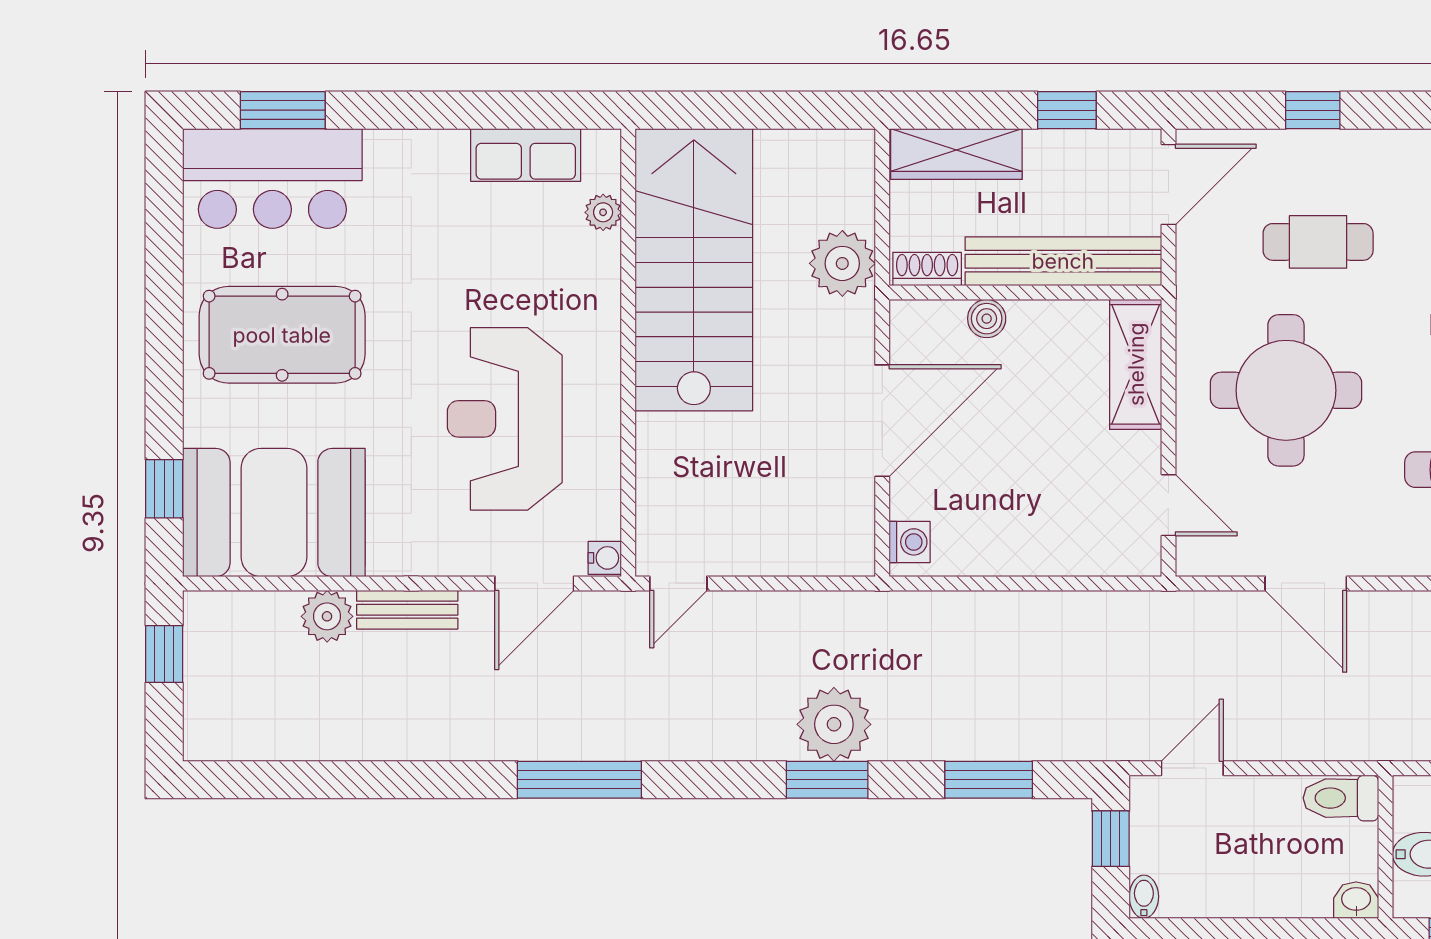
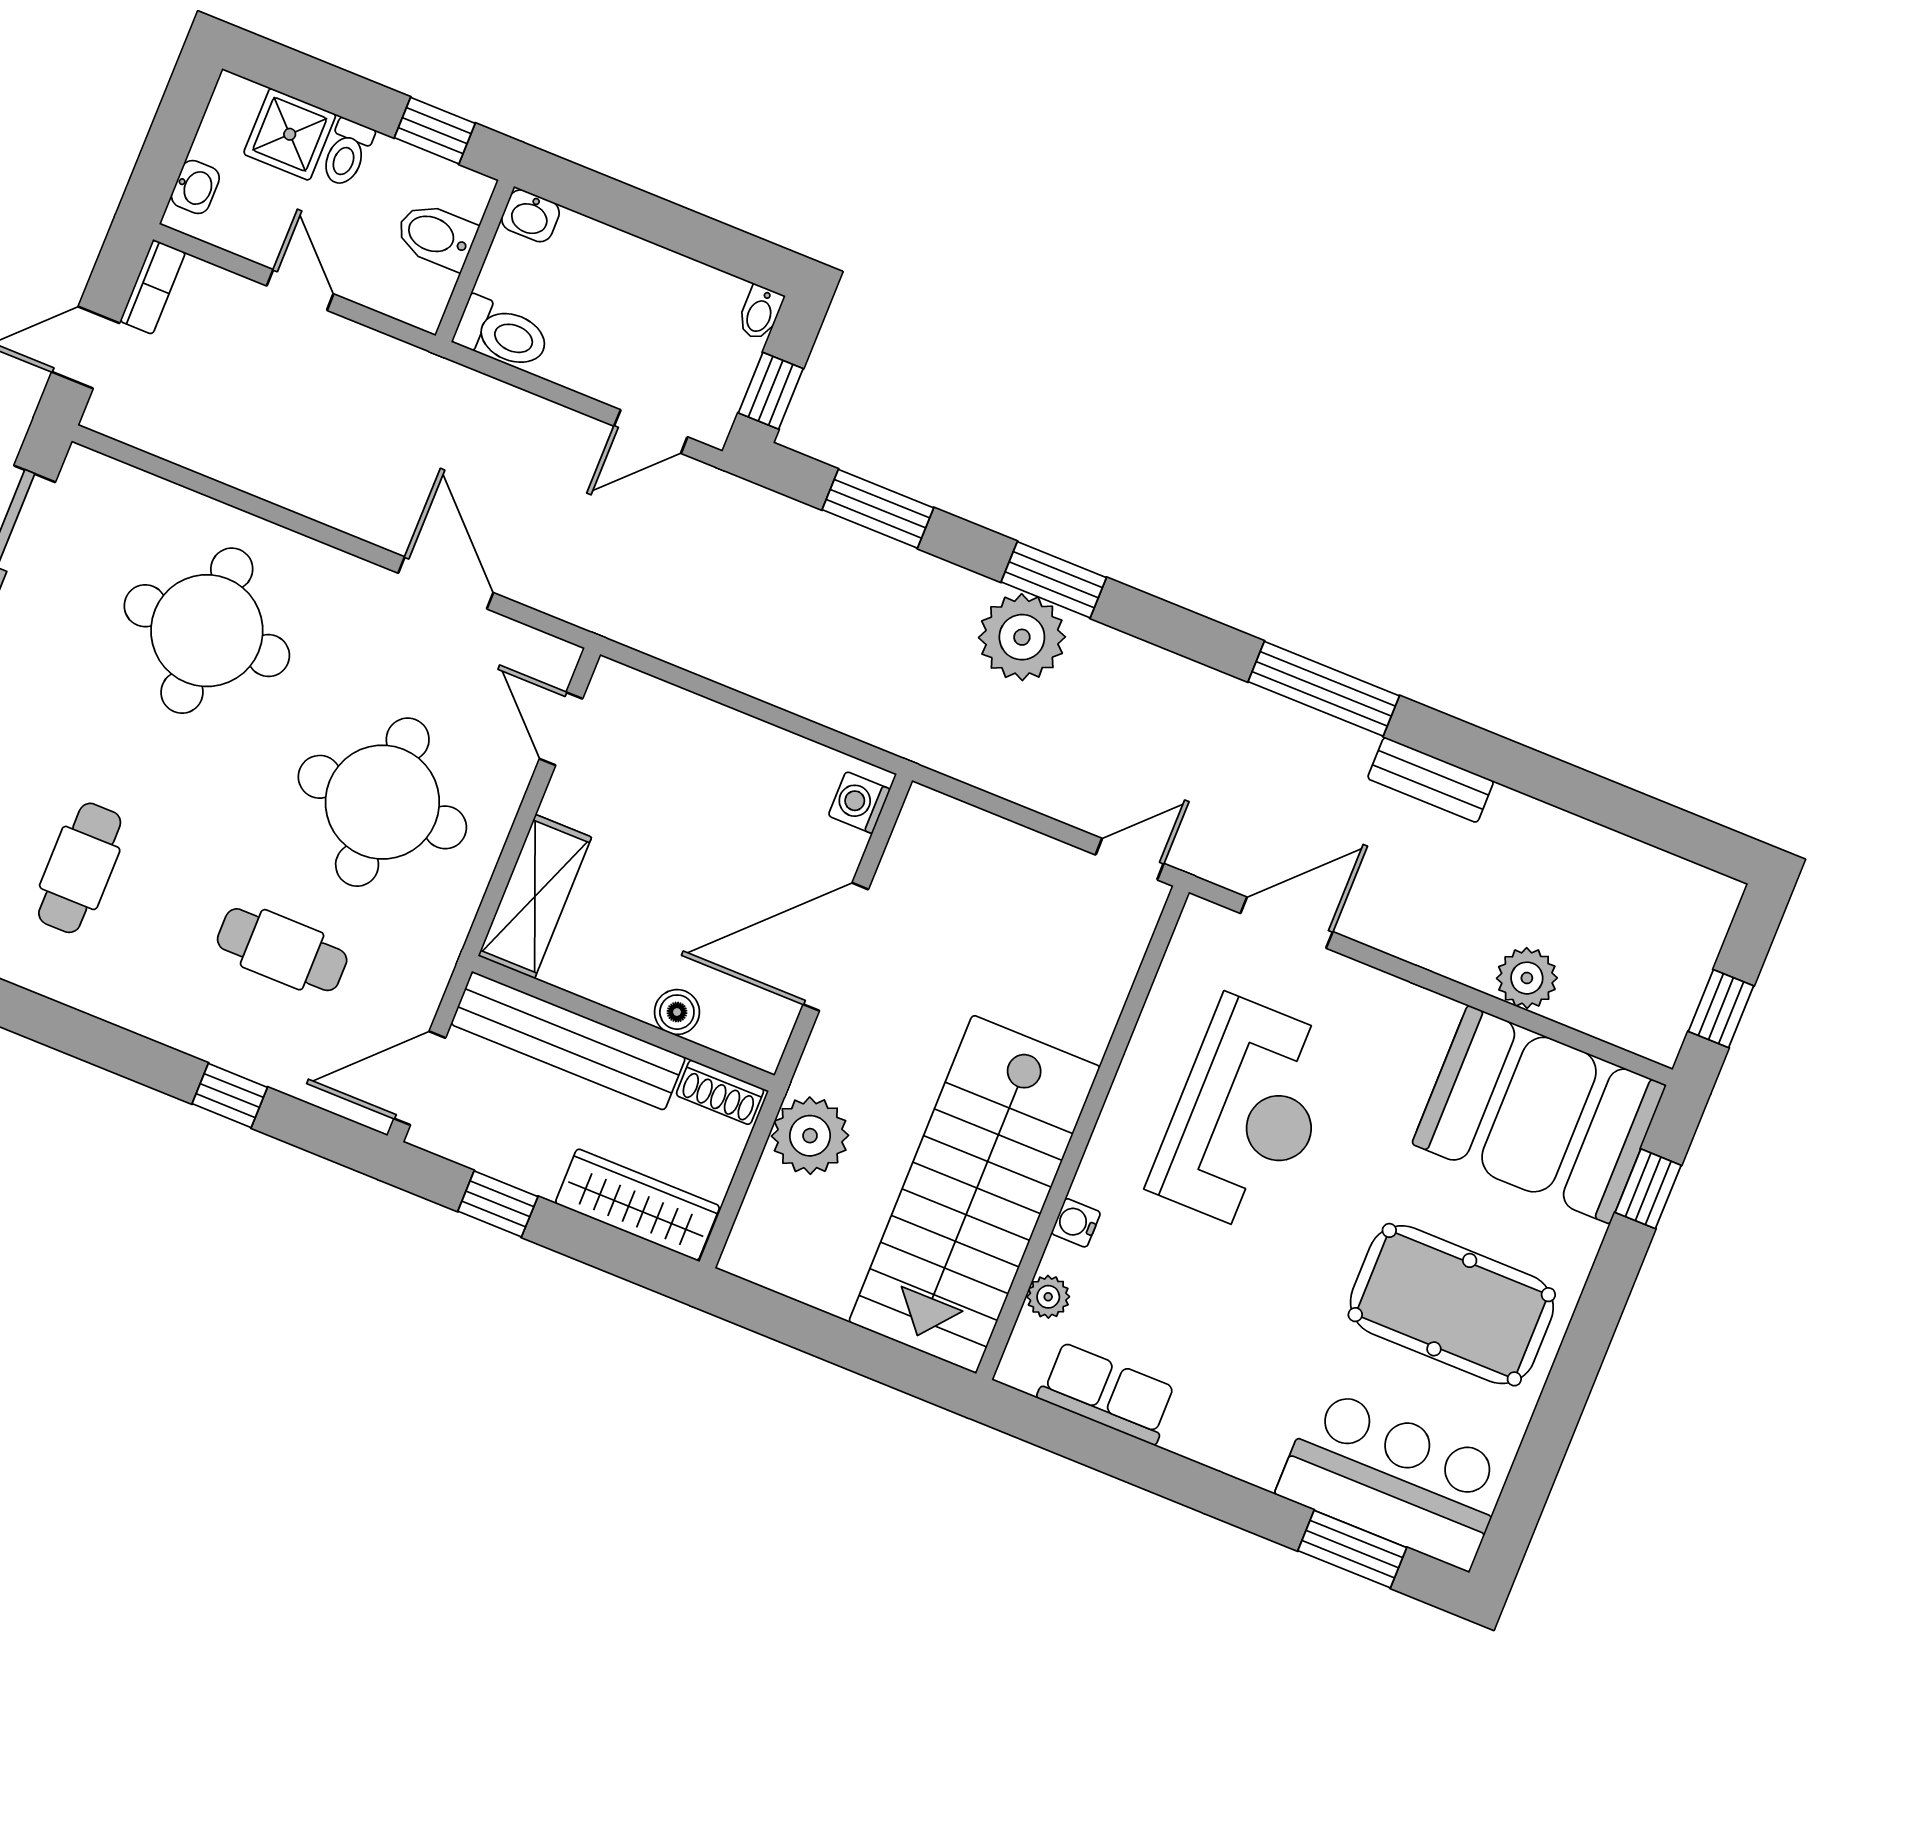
water cooler: (605, 558) -> (1076, 1223), moved
bench: (407, 610) -> (1431, 780), moved

